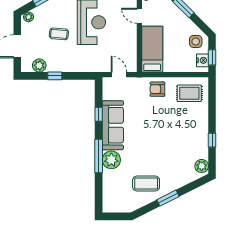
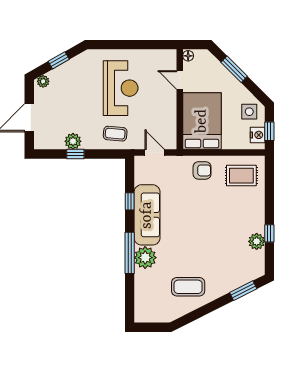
coffee table: (59, 34) -> (115, 134), moved
bed: (152, 49) -> (202, 121), width x1.50
plant: (39, 65) -> (73, 141), moved
armchair: (157, 89) -> (202, 170), turned 180
plant: (202, 166) -> (257, 241), moved
window: (168, 198) -> (243, 291), moved

